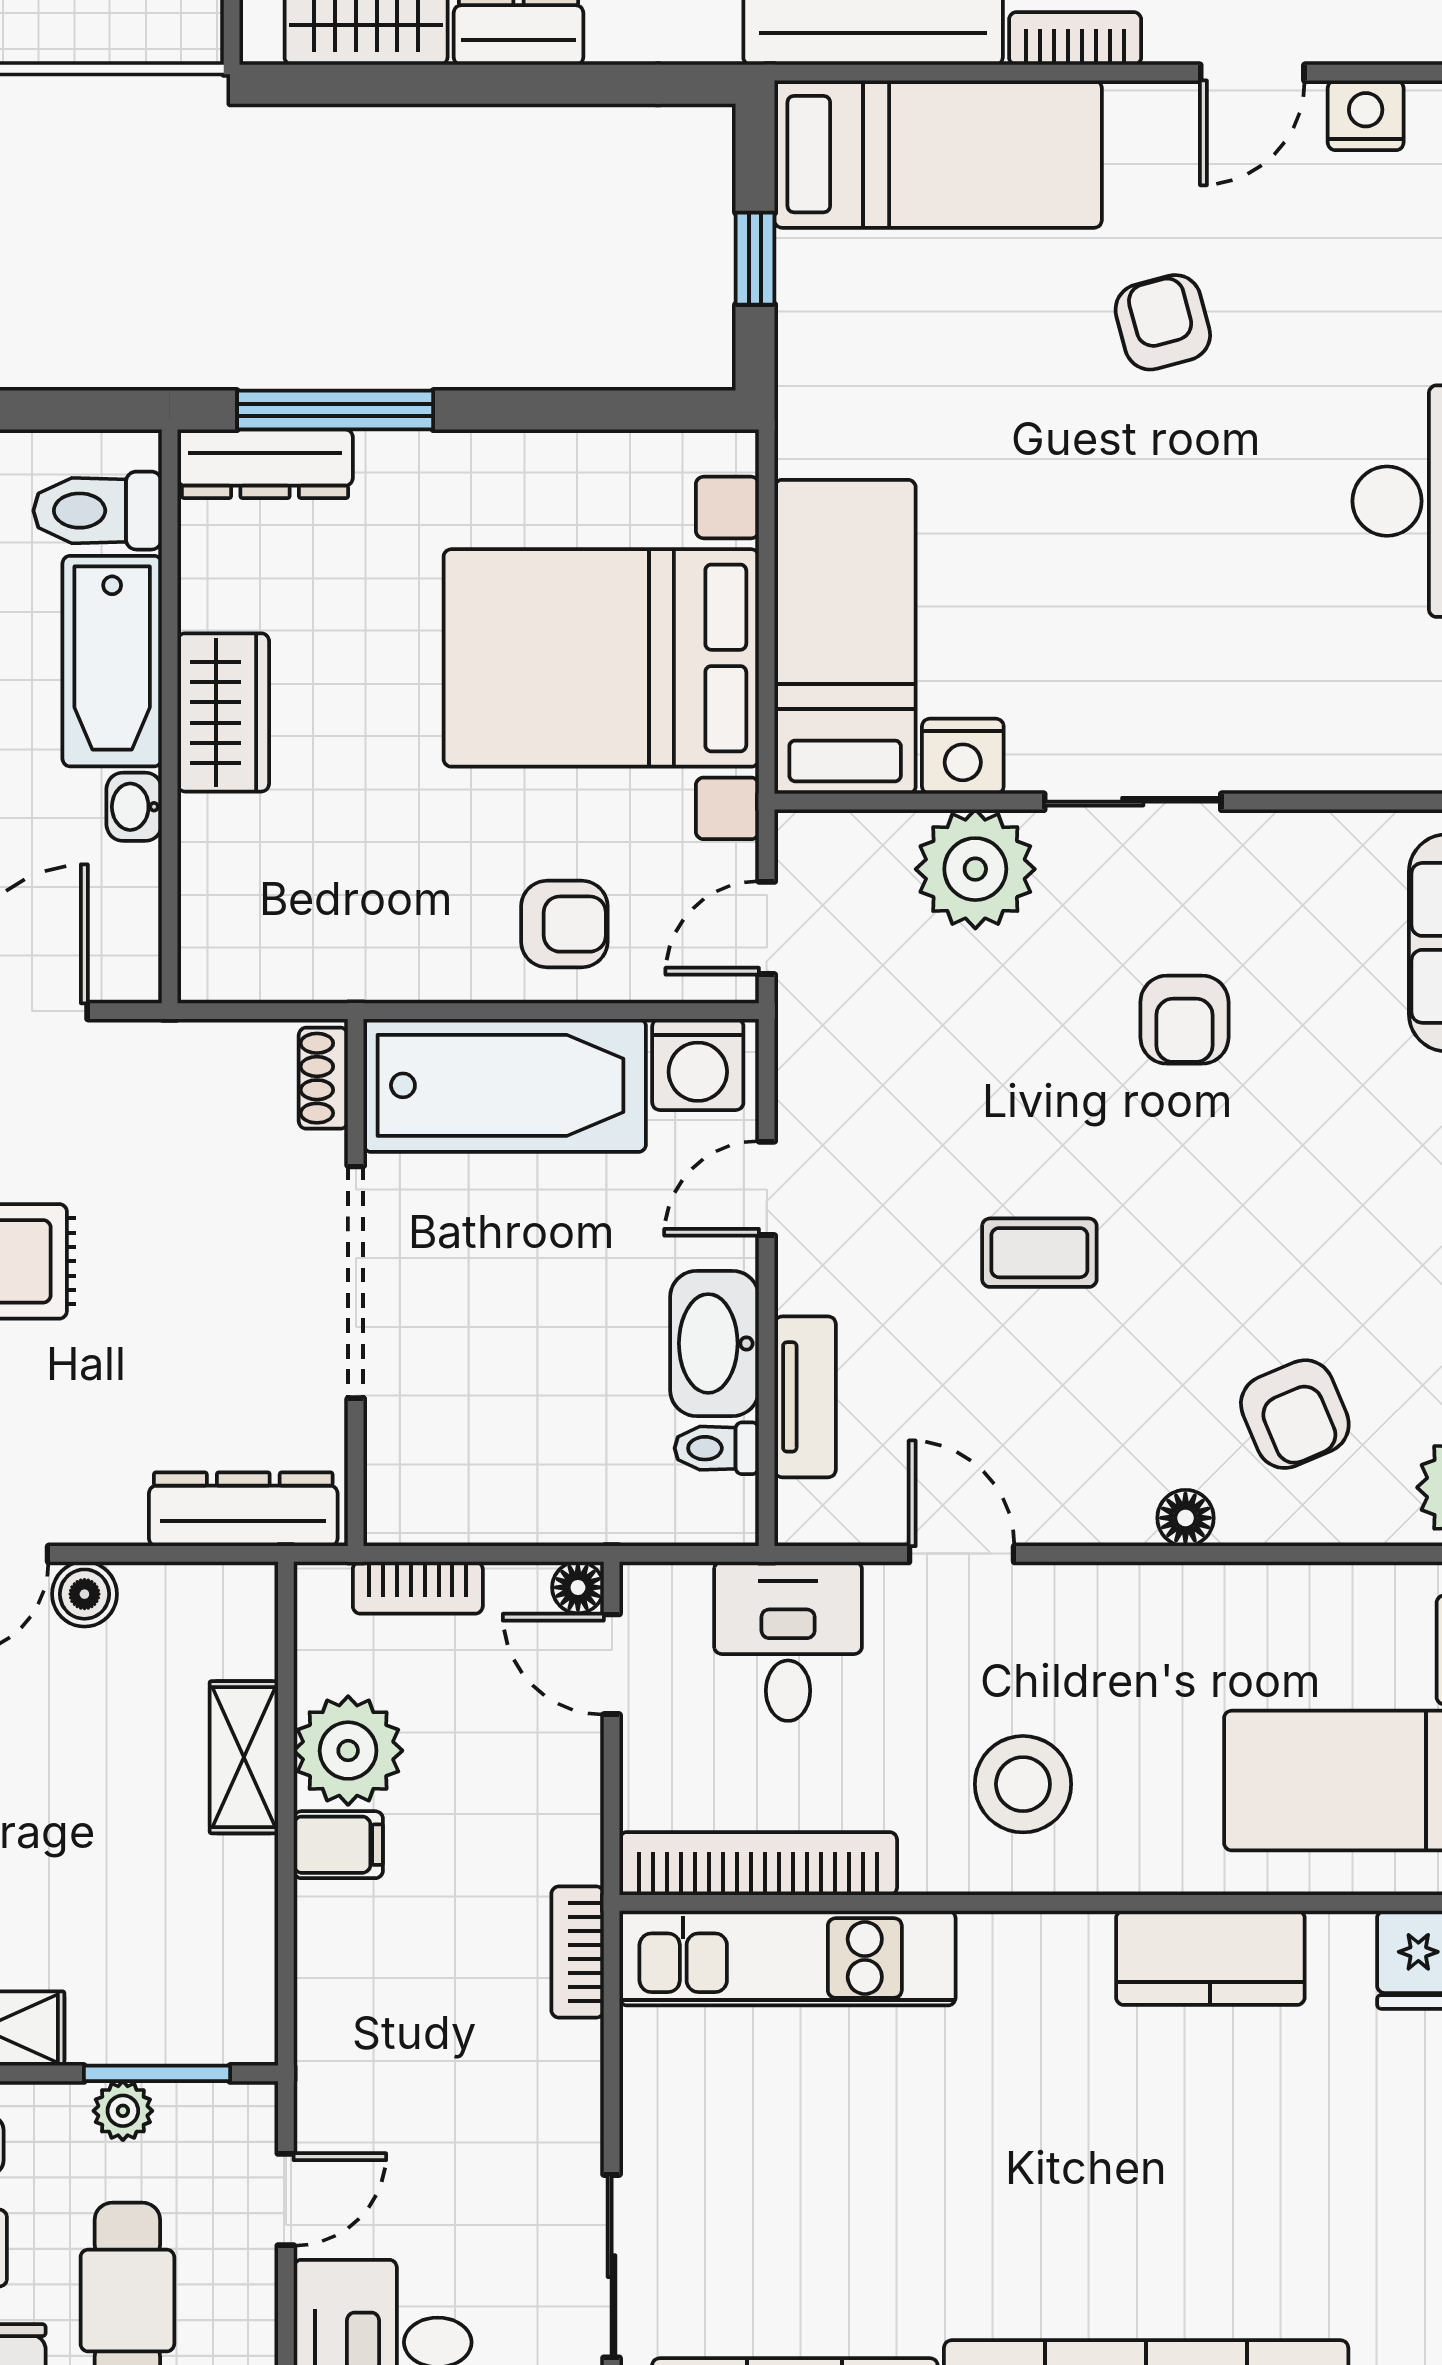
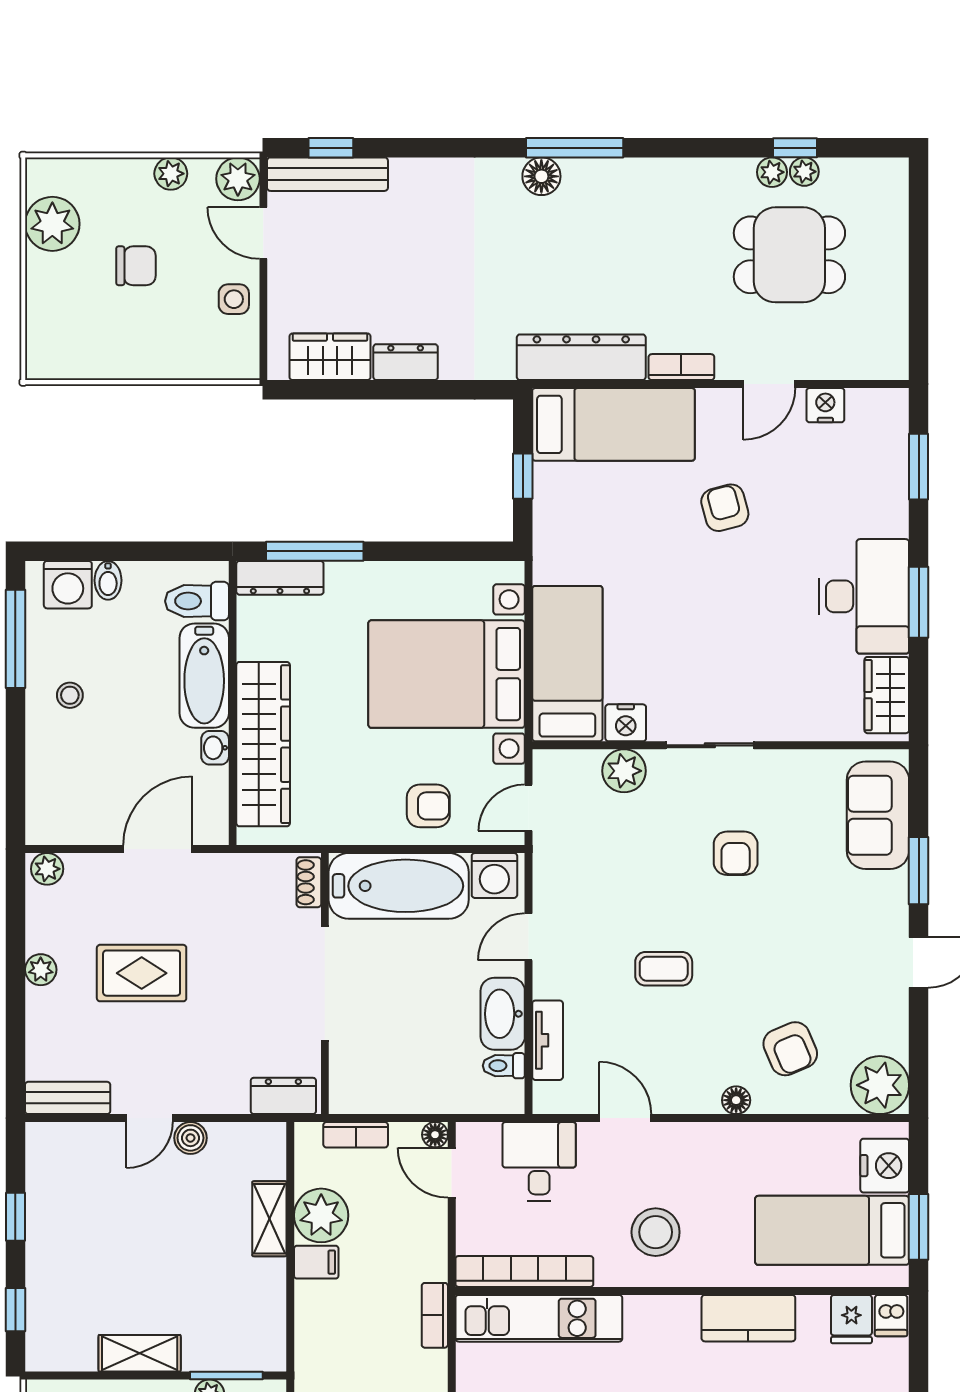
wardrobe: (223, 712) -> (263, 744), width x2.10, depth x1.17
plant: (975, 869) -> (624, 771), width x0.73, depth x0.73
dresser: (243, 1509) -> (283, 1096), width x0.70

